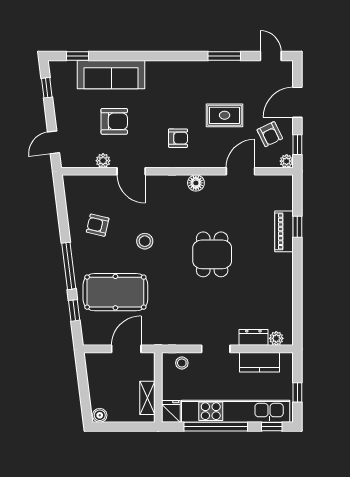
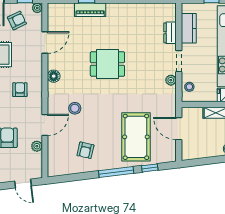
door: (240, 171) -> (45, 43), swing flipped
stool: (145, 241) -> (75, 108), moved
plant: (276, 338) -> (171, 80), moved

